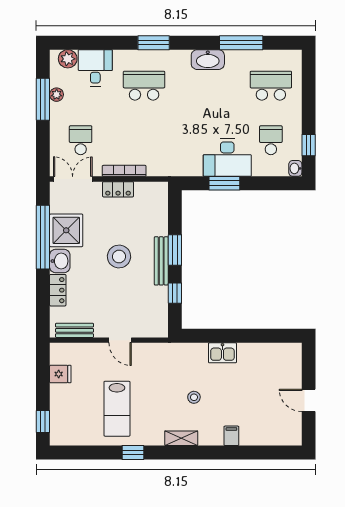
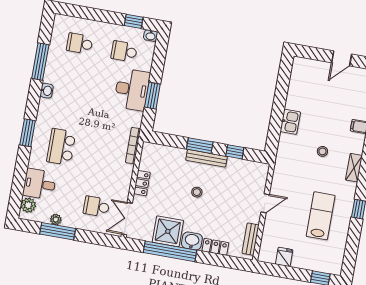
washbasin: (208, 60) -> (47, 91), width x0.52, depth x0.69
school desk: (271, 86) -> (80, 43), width x0.54
bookcase: (124, 171) -> (133, 146), moved
stool: (119, 257) -> (197, 192), width x0.53, depth x0.53
lab bench: (117, 409) -> (321, 216), turned -90

